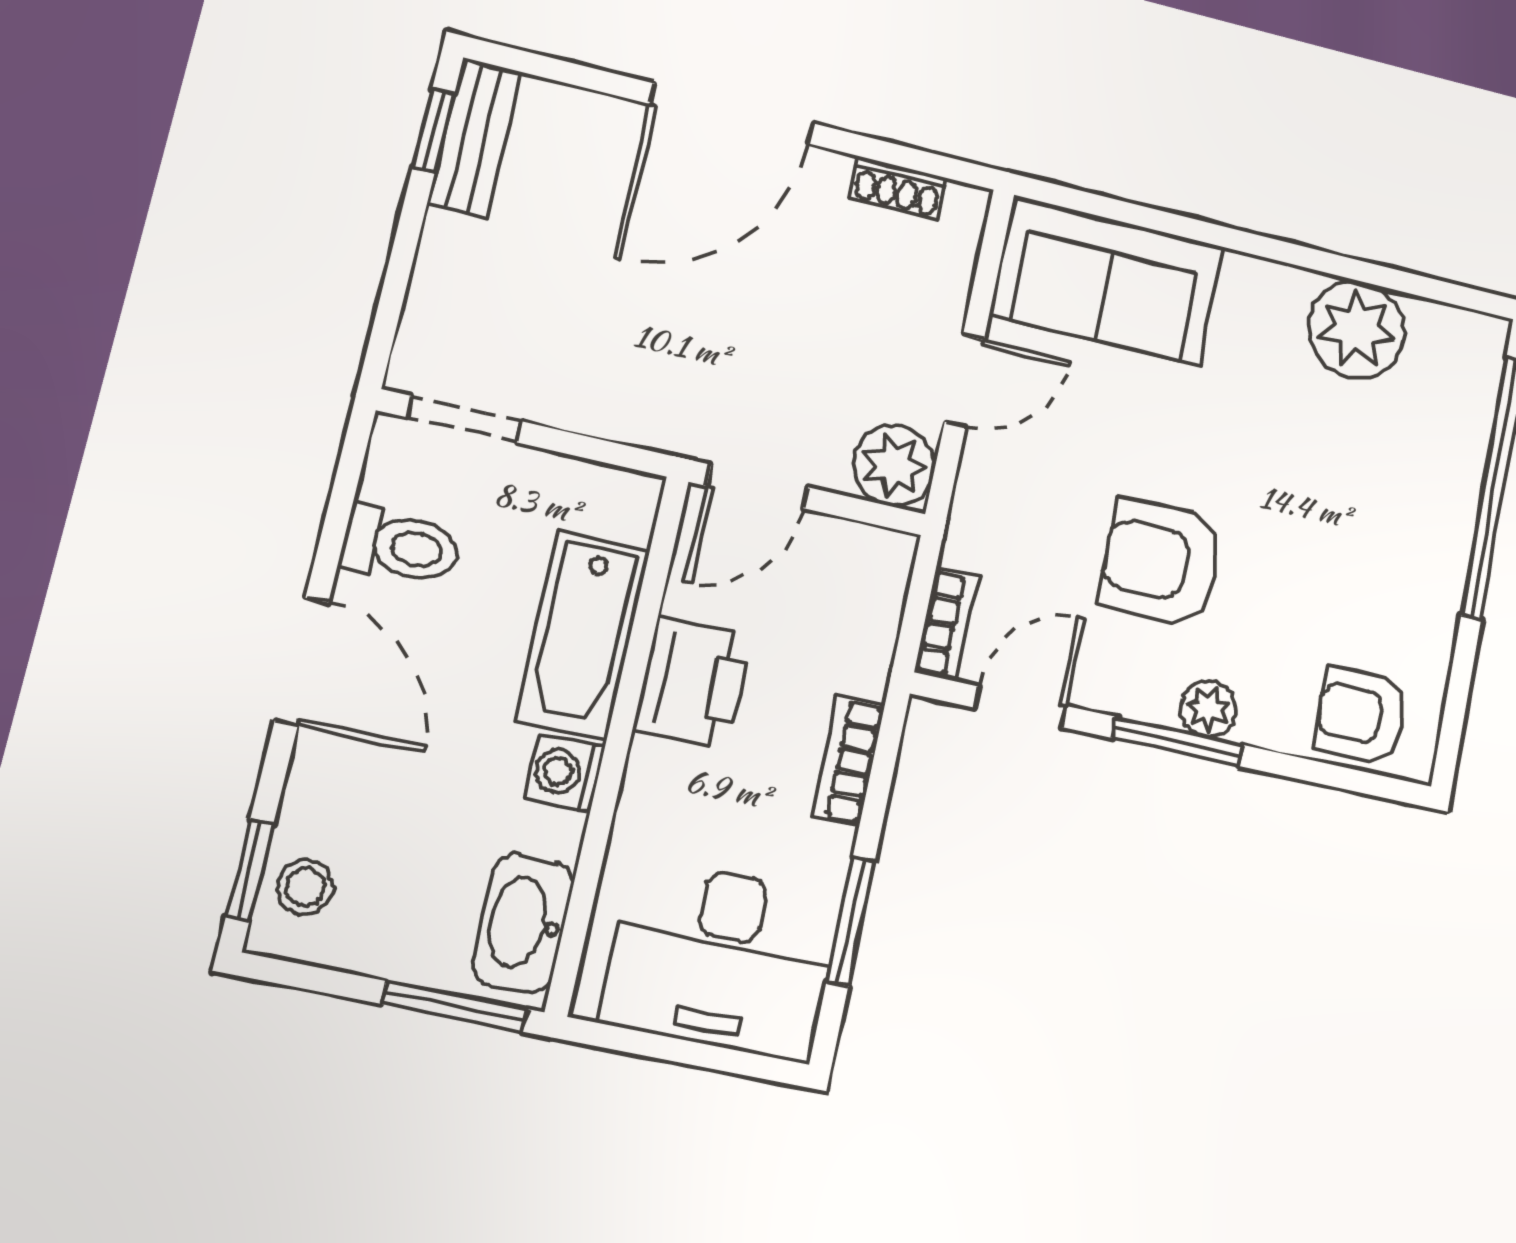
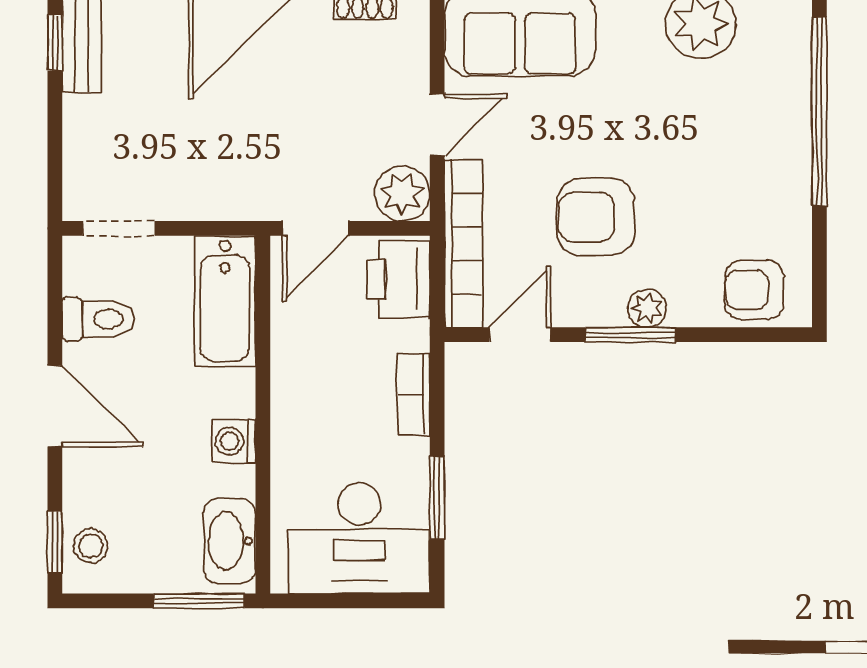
bookcase: (946, 624) -> (463, 244), width x2.31, depth x1.31
bathtub: (583, 635) -> (225, 302), moved
printer: (693, 683) -> (398, 279), moved, turned 180

